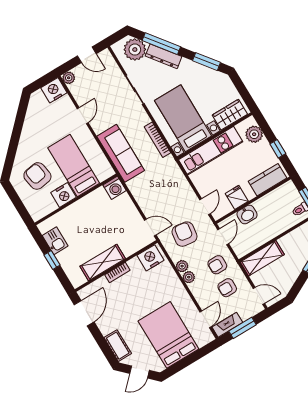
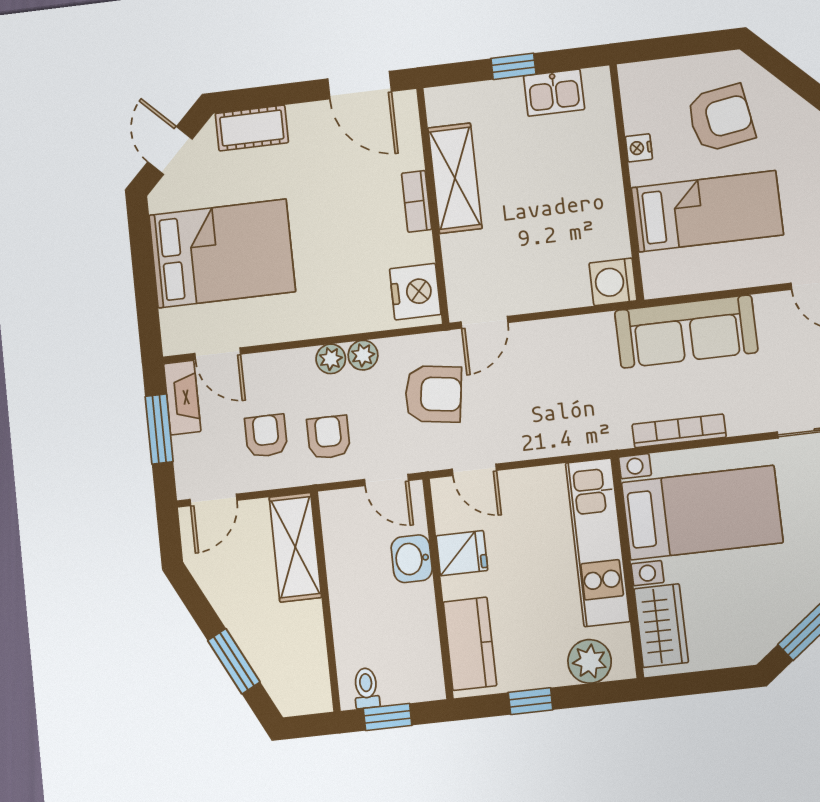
nightstand: (64, 195) -> (639, 148), width x0.53, depth x0.56

